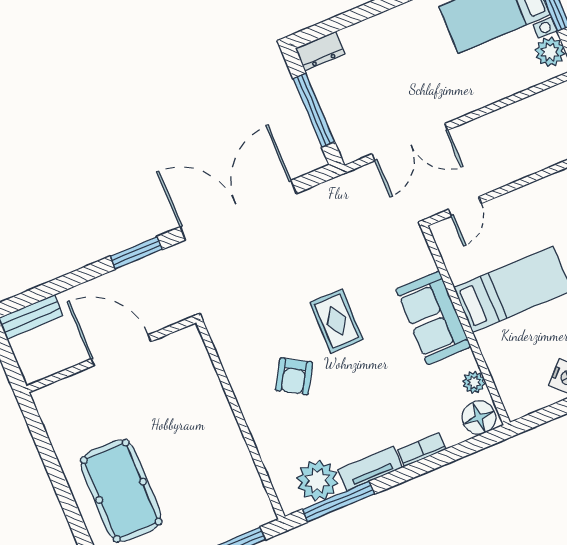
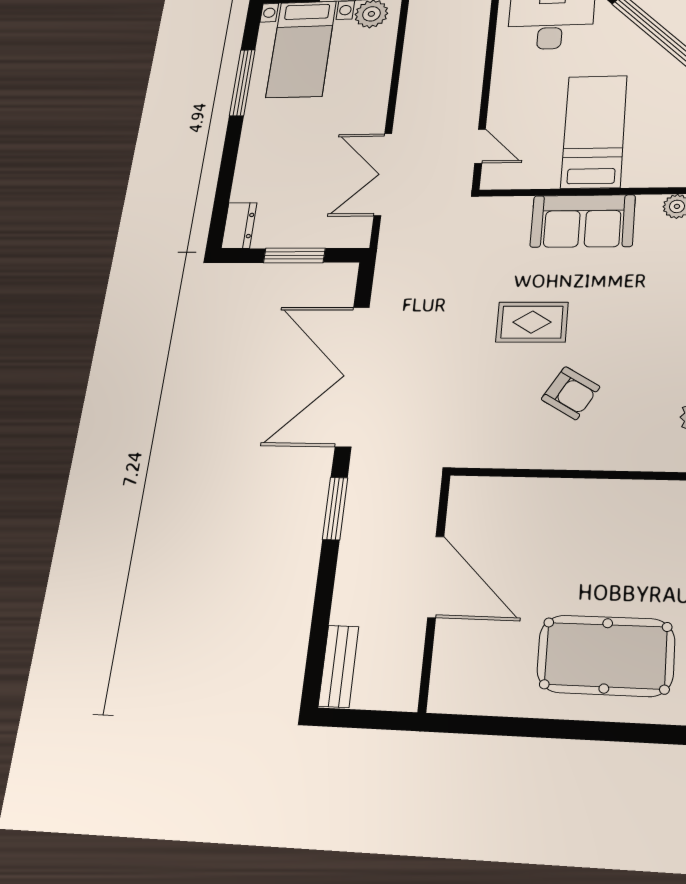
window: (314, 110) -> (294, 255), width x0.69
double door: (410, 142) -> (383, 174), swing flipped
door: (121, 350) -> (436, 577), swing flipped

